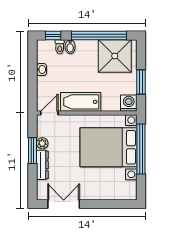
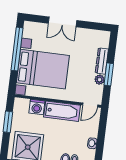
washing machine: (129, 103) -> (37, 107), moved
window: (141, 149) -> (17, 49), moved
double door: (64, 204) -> (62, 22), moved

